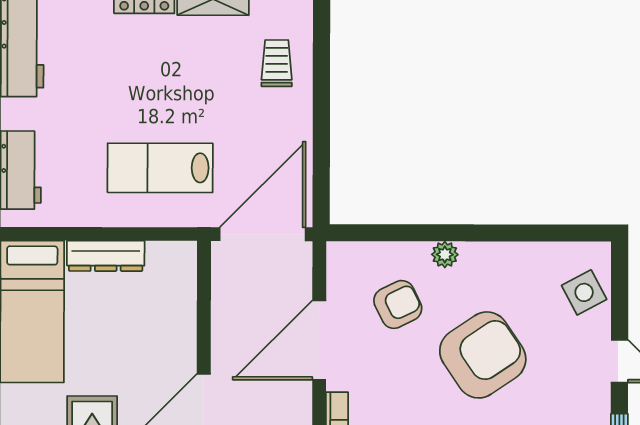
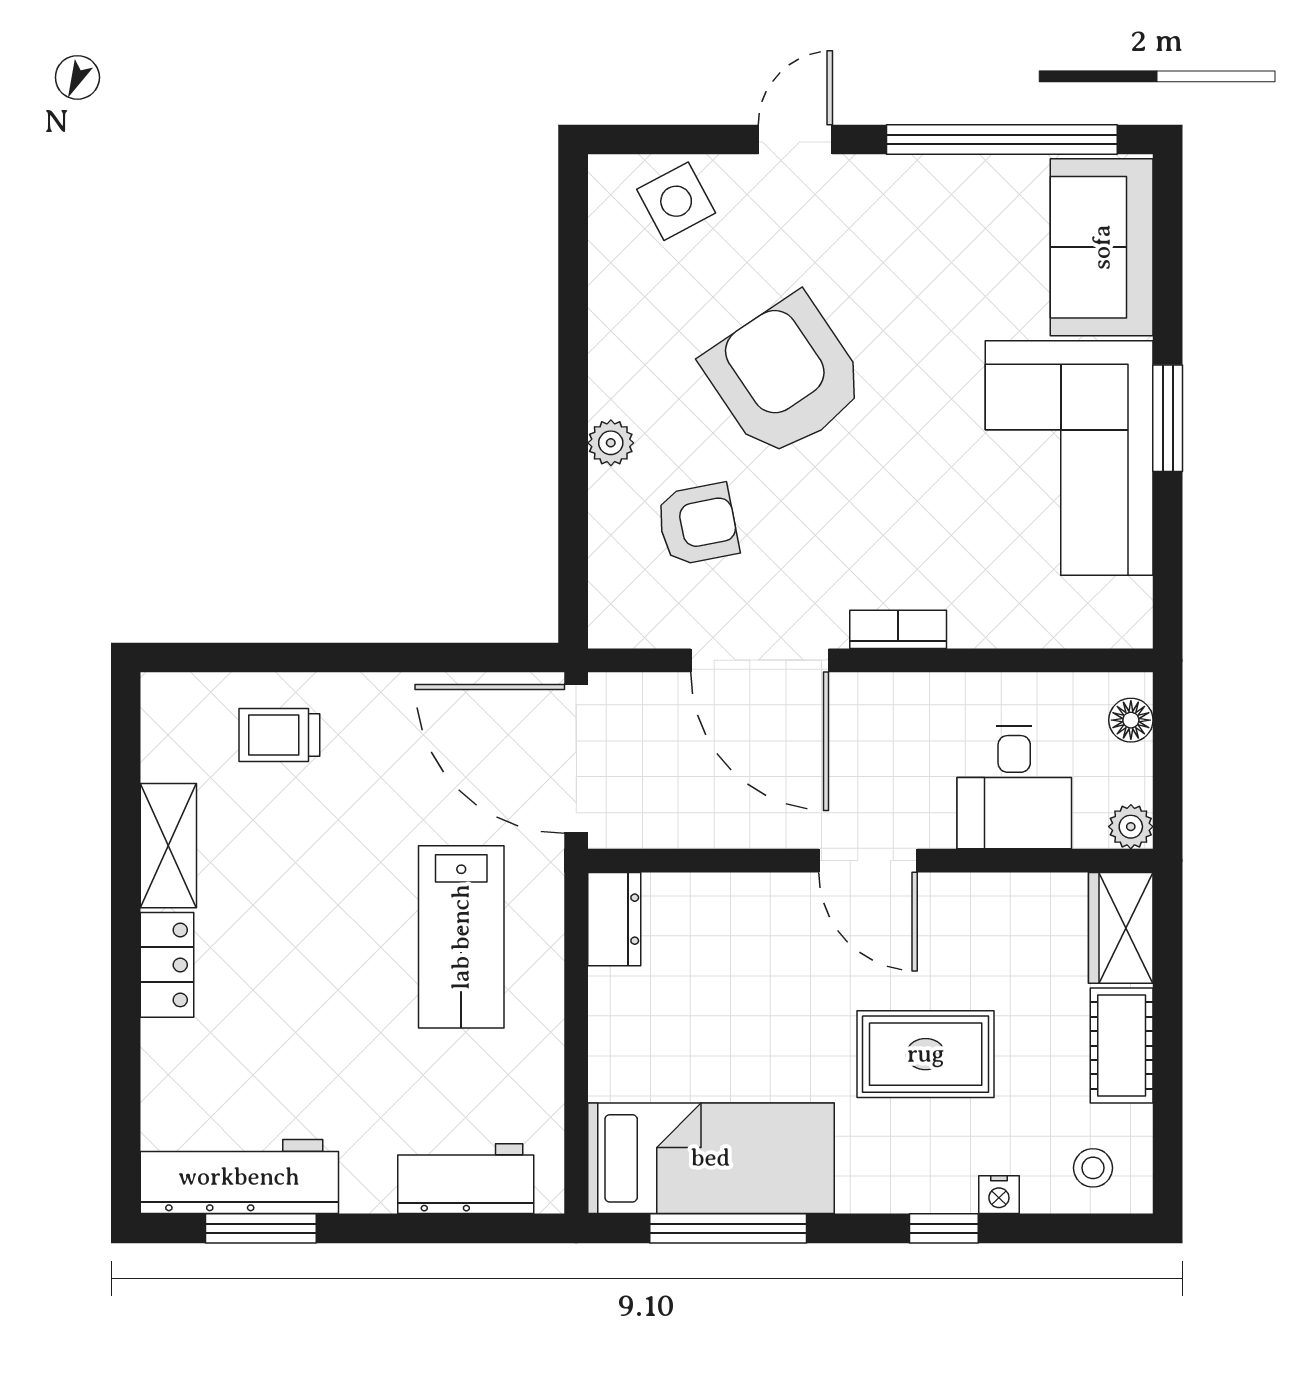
dresser: (106, 256) -> (614, 919), moved, width x0.70
armchair: (398, 304) -> (698, 524), turned 105

